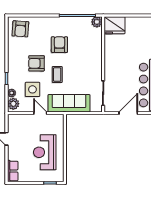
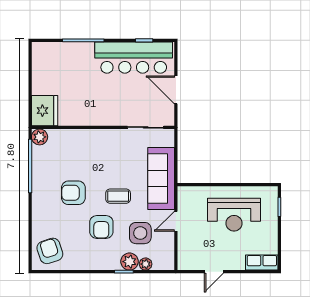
armchair: (20, 29) -> (50, 251), turned -112
plant: (13, 104) -> (129, 262), moved

